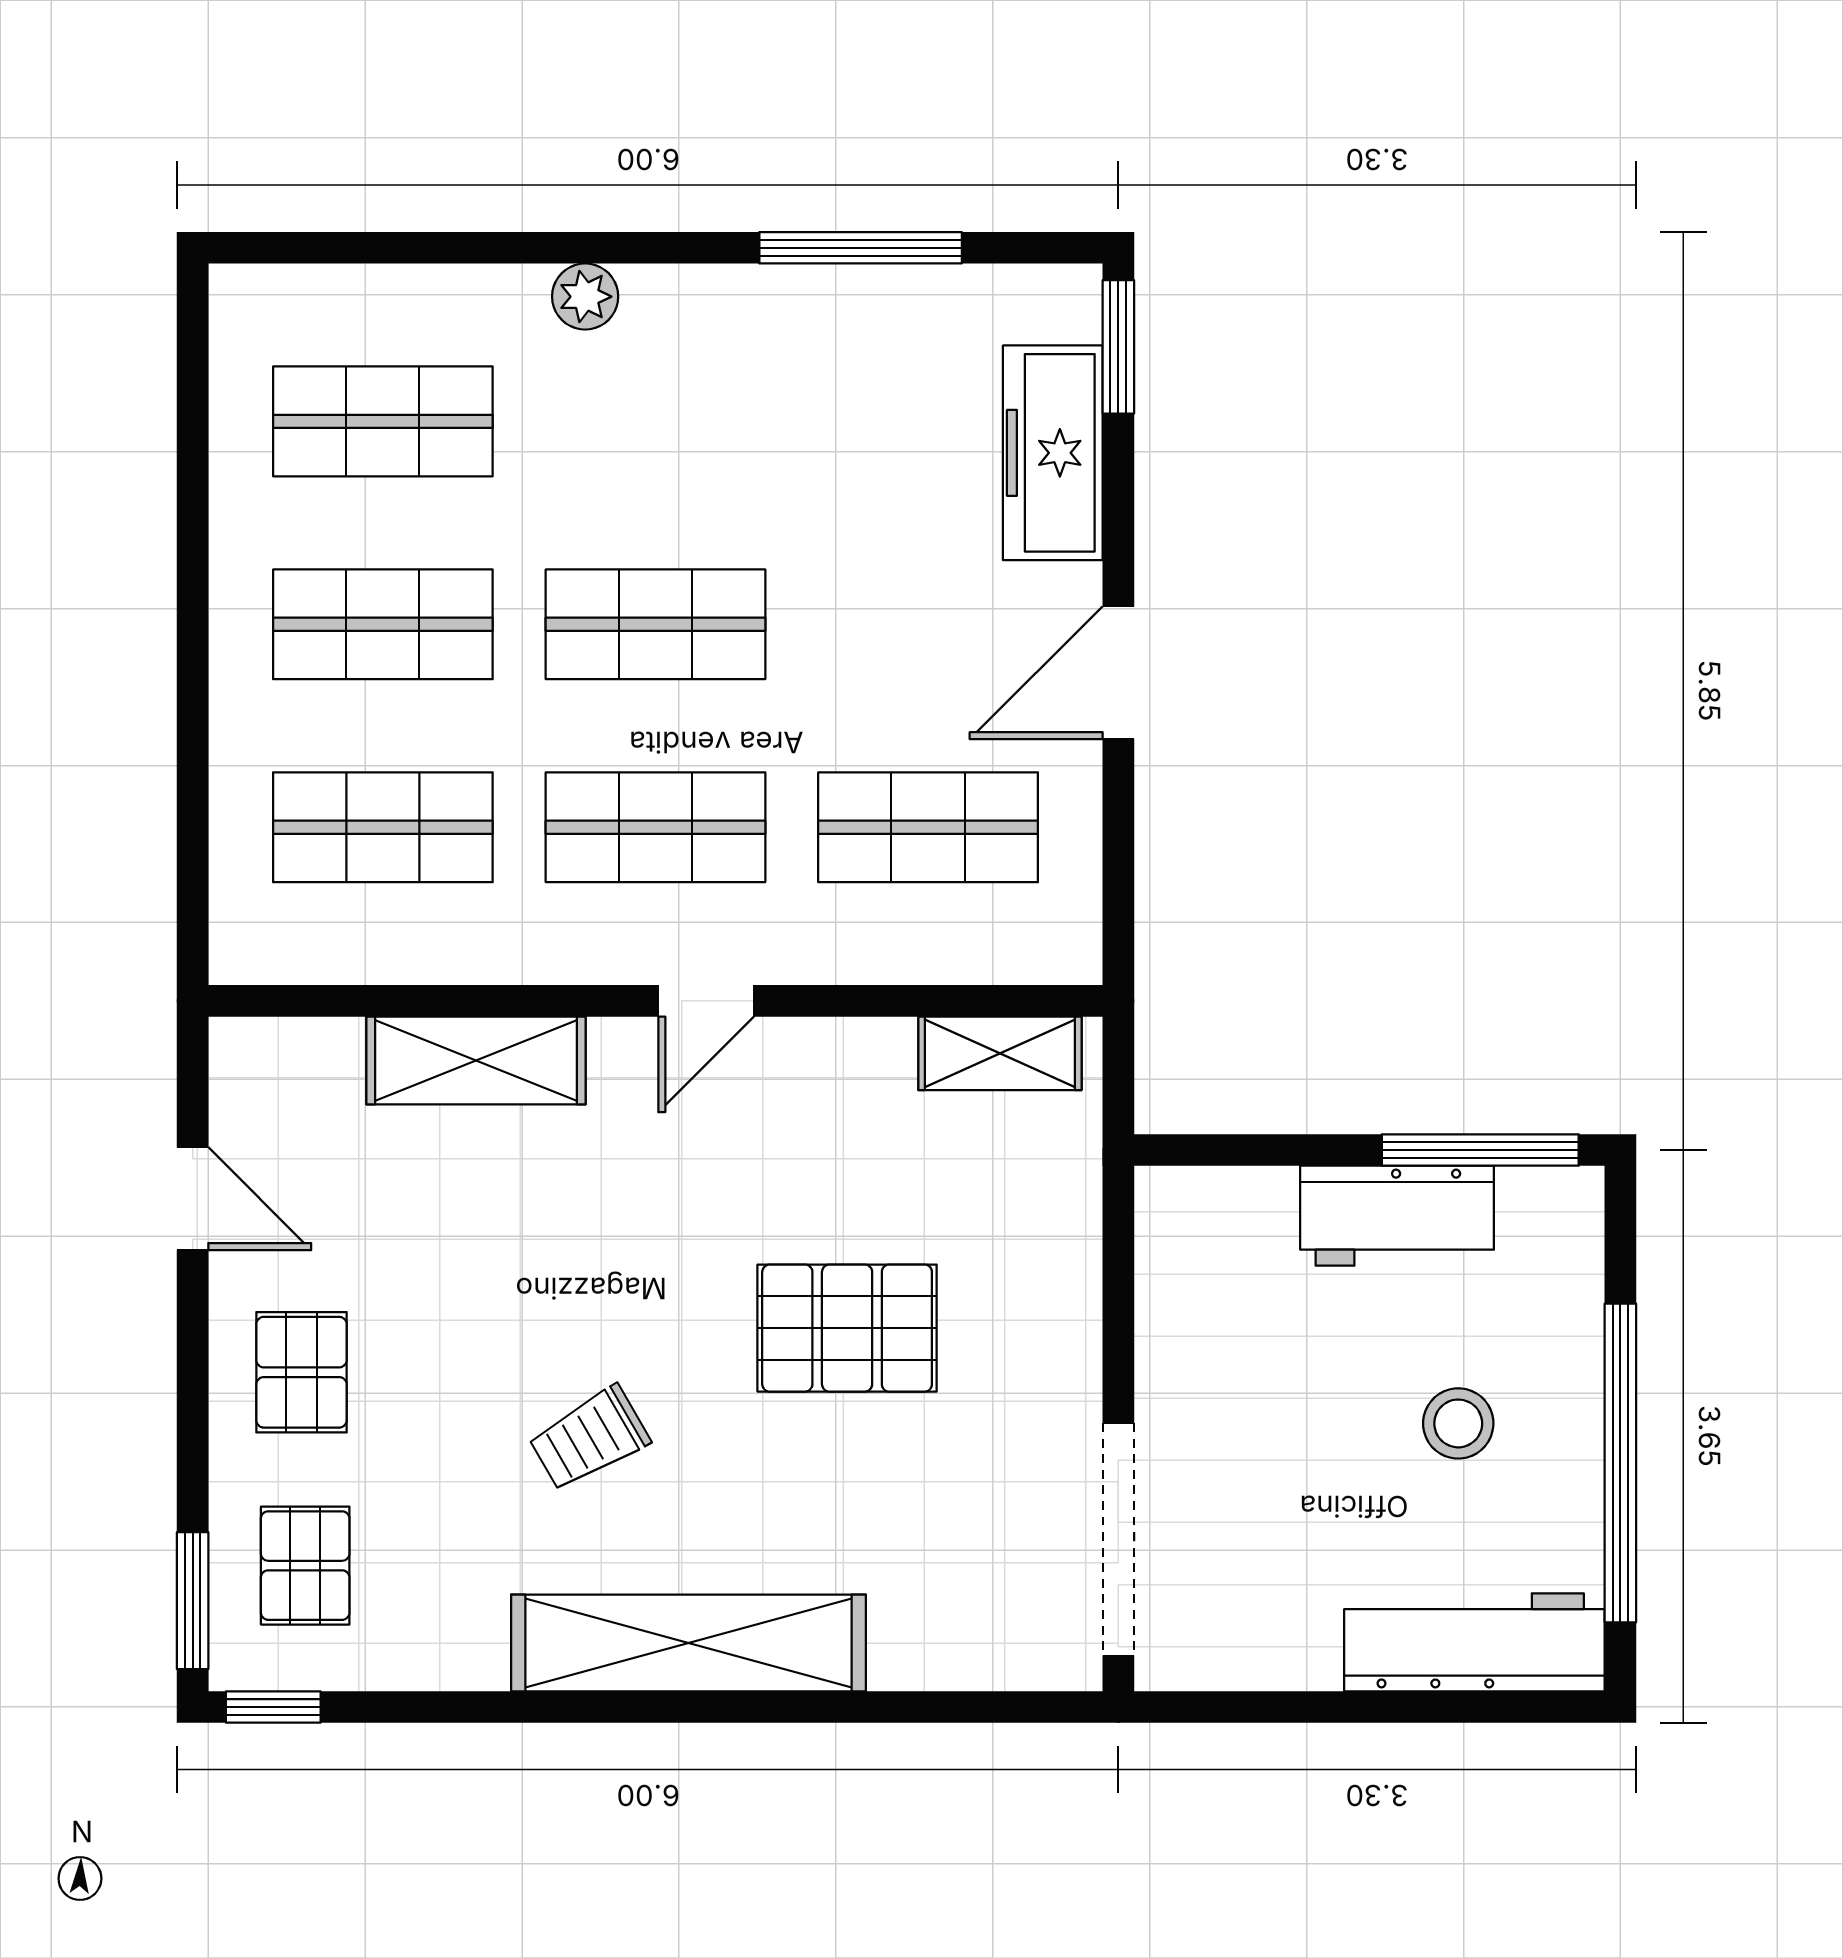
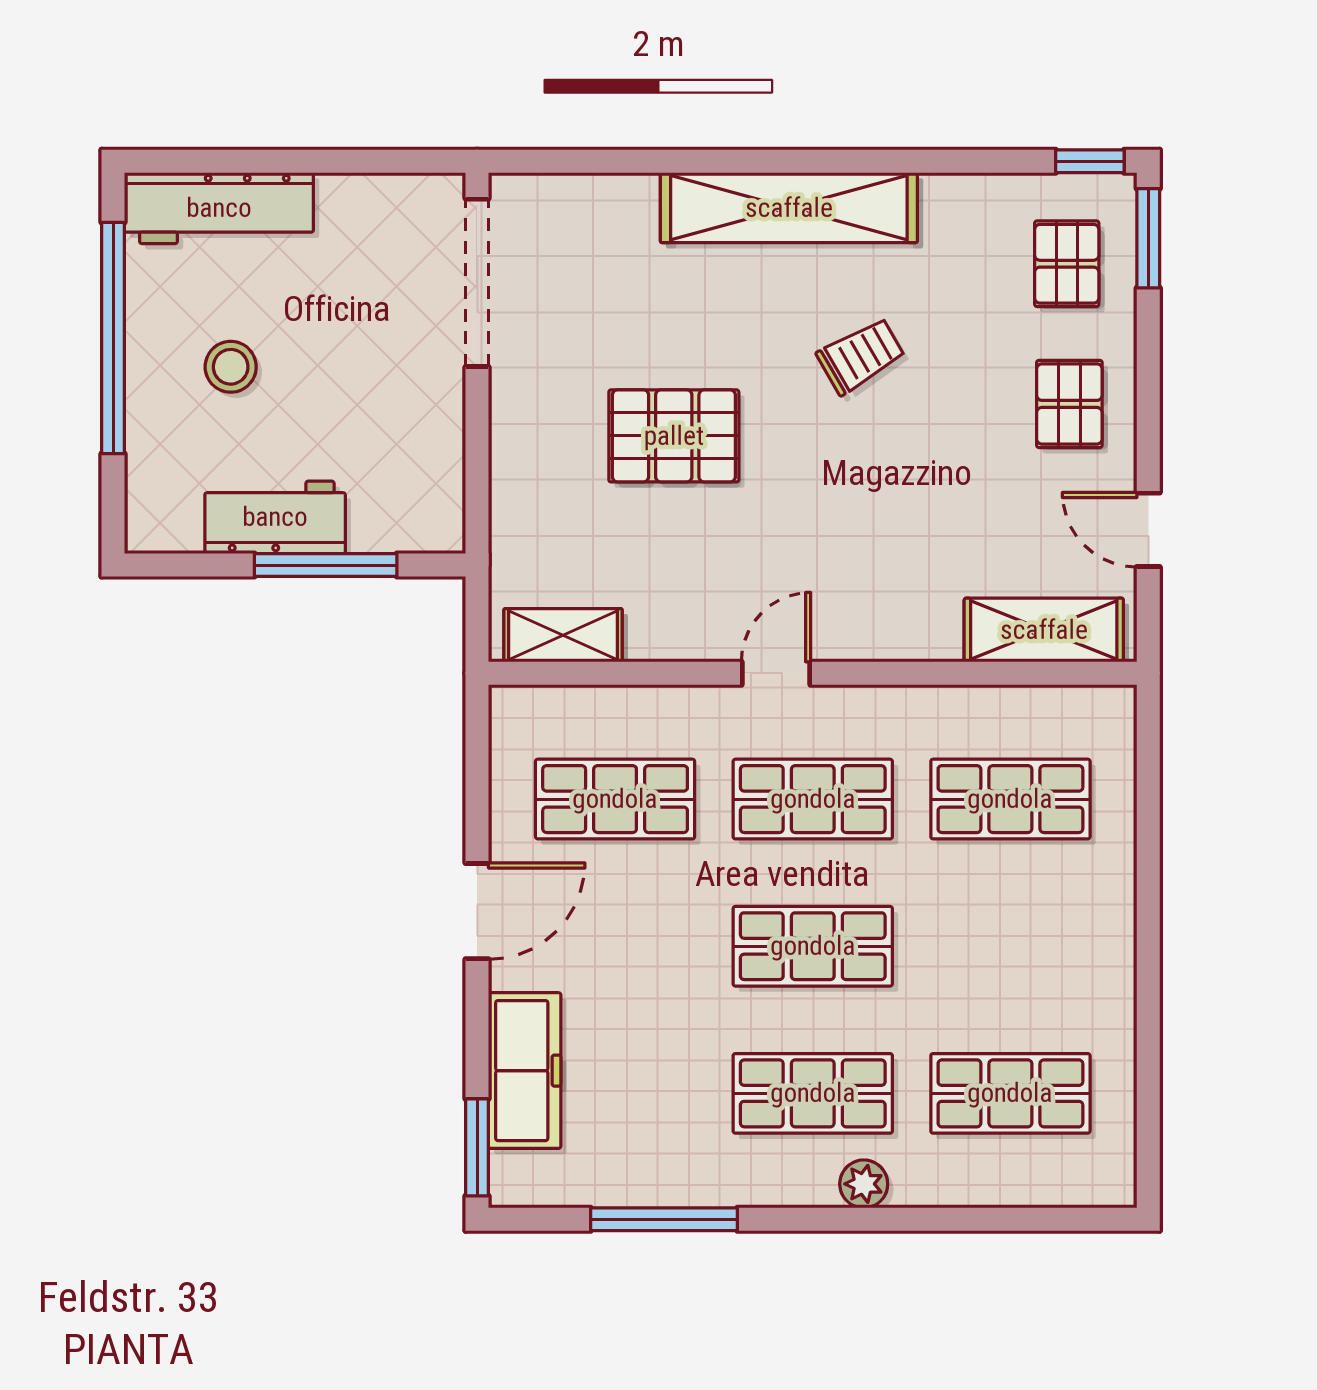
shop shelf: (383, 624) -> (813, 1093), moved
shelving: (476, 1060) -> (1044, 630), moved
window: (1480, 1150) -> (326, 565), moved

